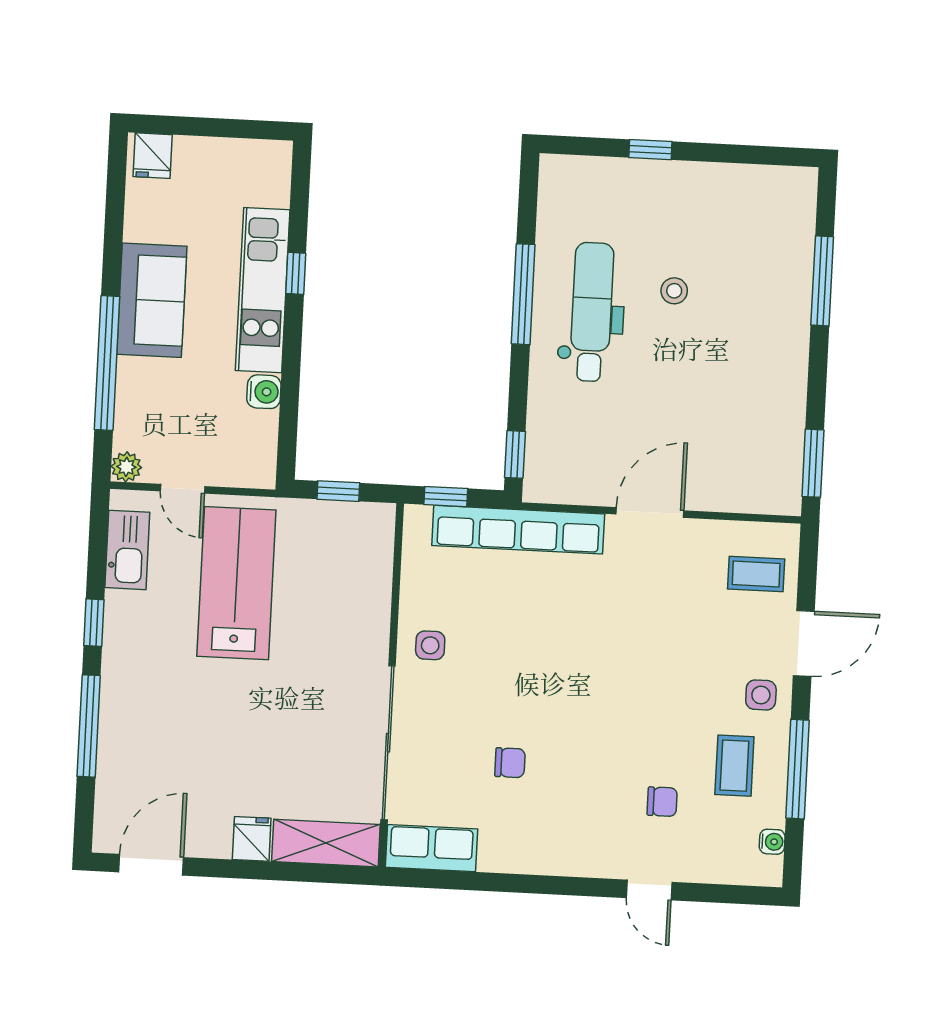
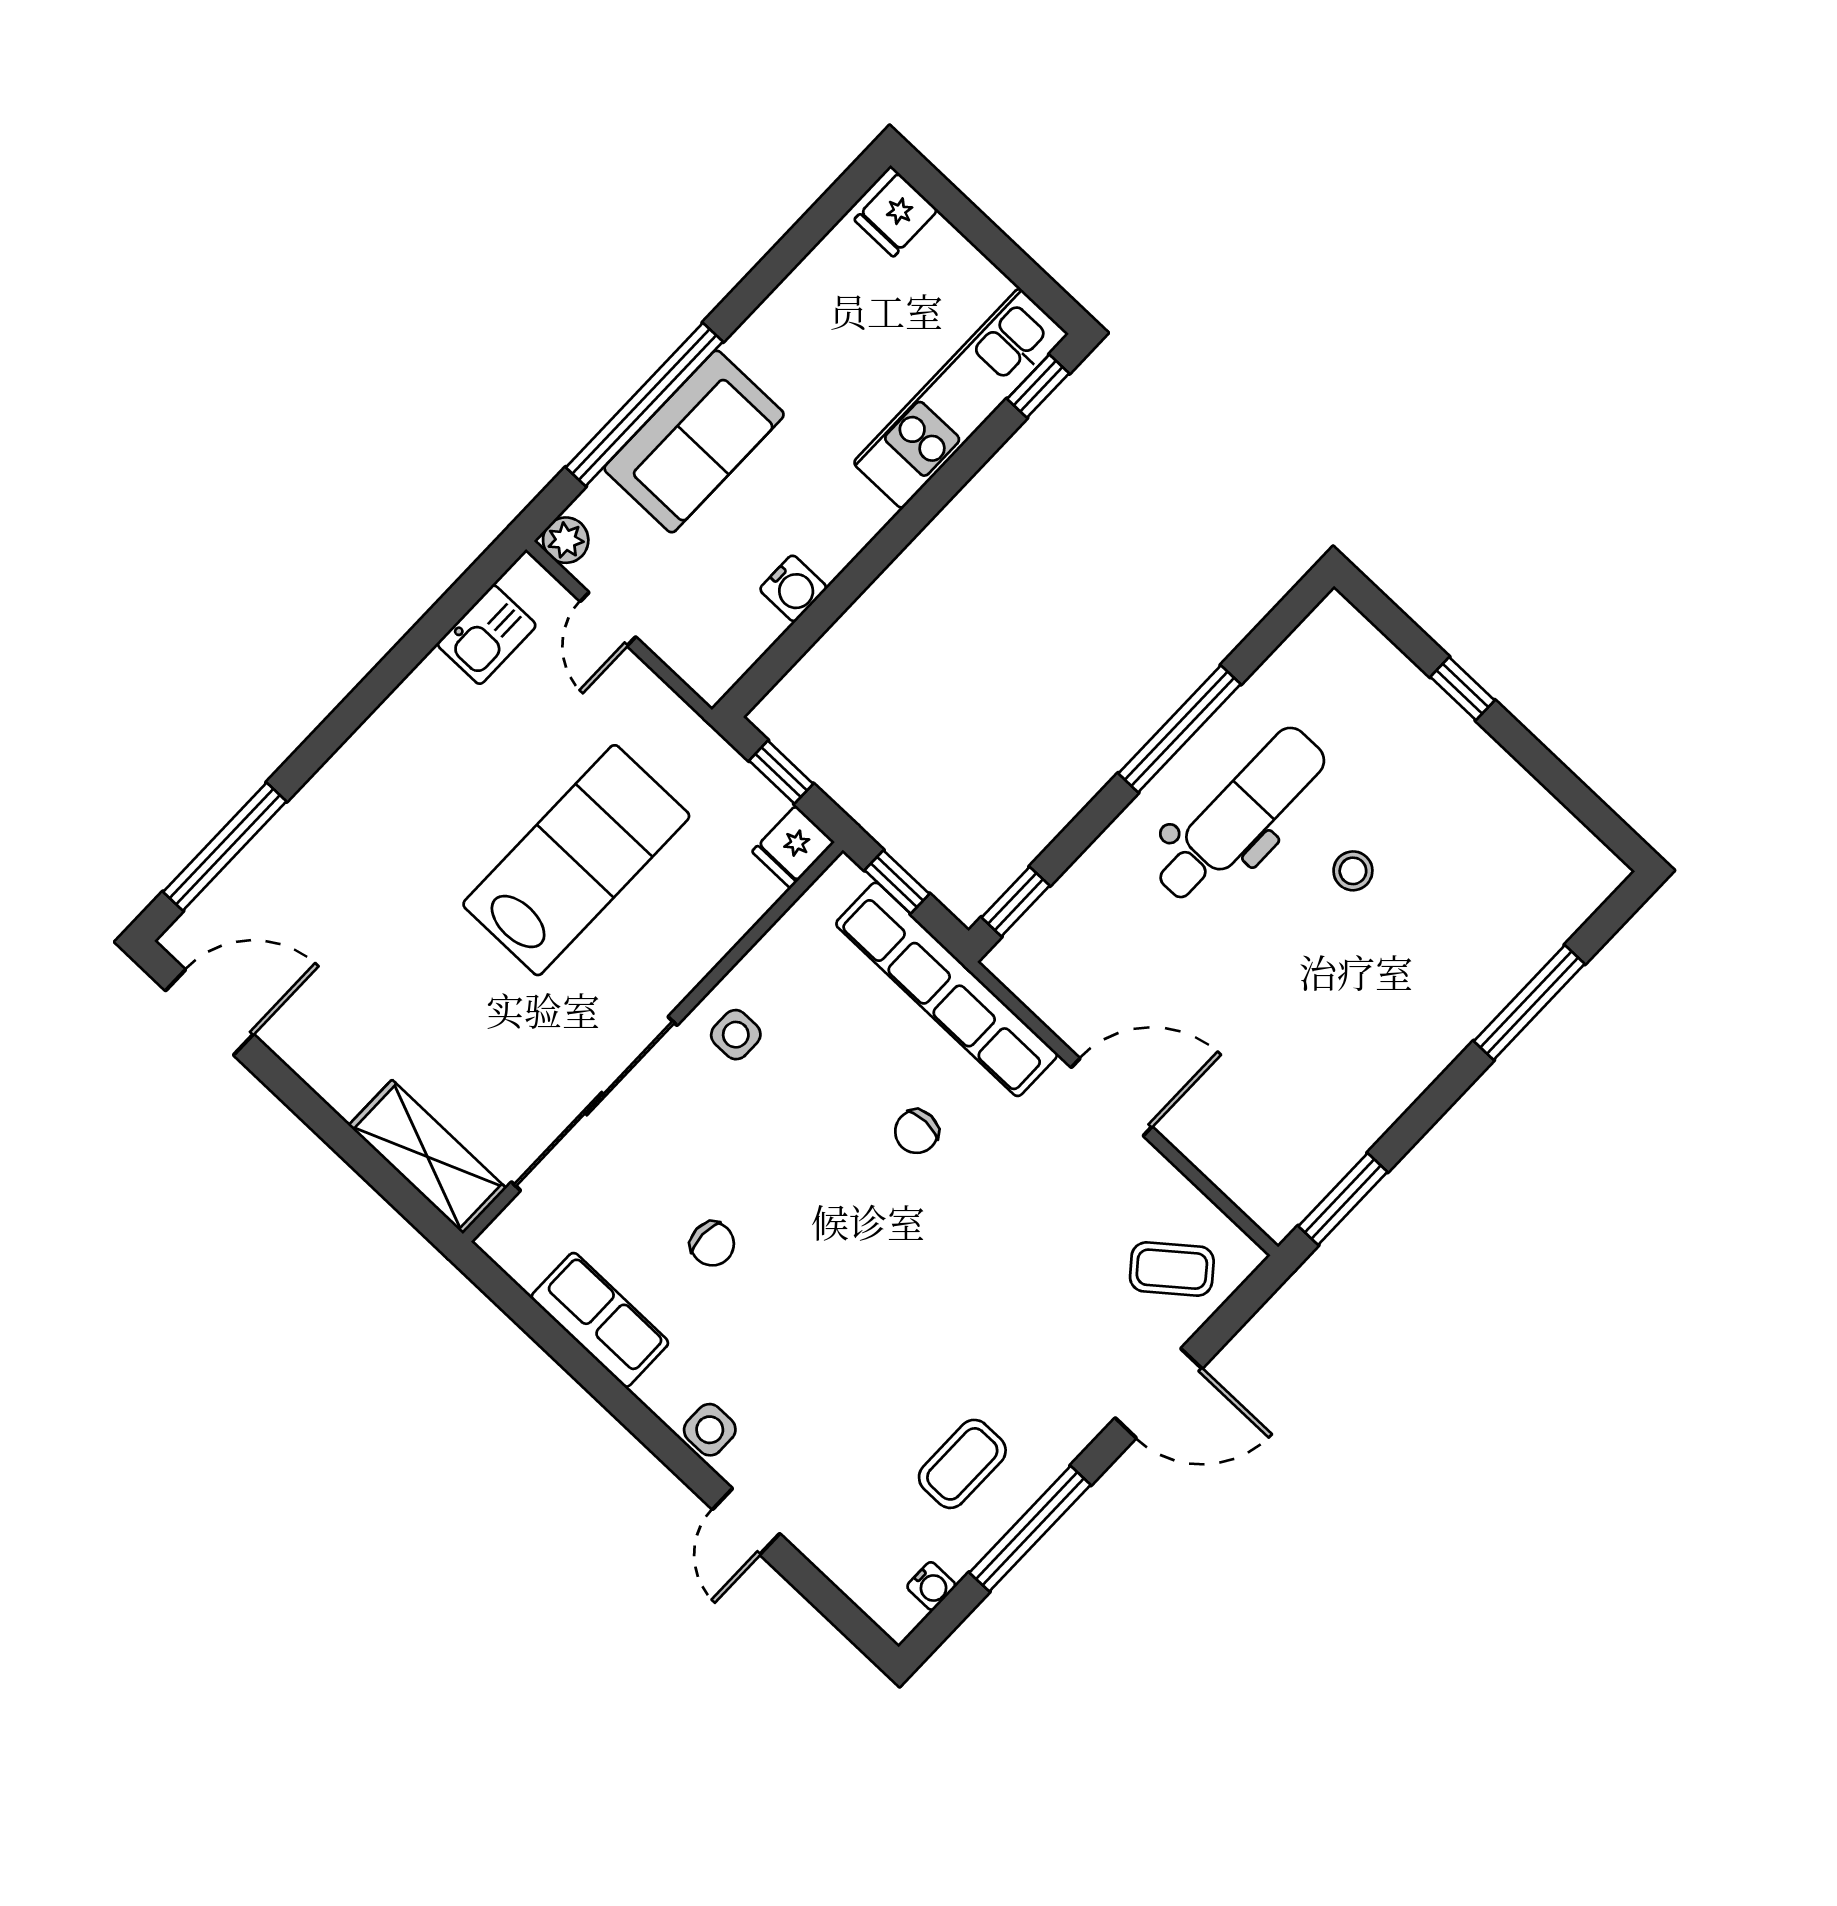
window: (296, 273) -> (1038, 386), moved
kitchen unit: (263, 290) -> (961, 398), moved
sofa: (152, 300) -> (694, 442), moved
kitchen sink: (127, 550) -> (487, 635), width x0.73
coffee table: (756, 574) -> (1172, 1269), turned -39
lab bench: (236, 583) -> (576, 860), moved
window: (94, 623) -> (379, 684), removed
side table: (761, 695) -> (710, 1430), moved
window: (89, 726) -> (225, 847), moved
chair: (662, 802) -> (917, 1132), moved, turned 90
fridge: (252, 839) -> (793, 847), moved, turned 180
row of seats: (431, 848) -> (600, 1320), moved

